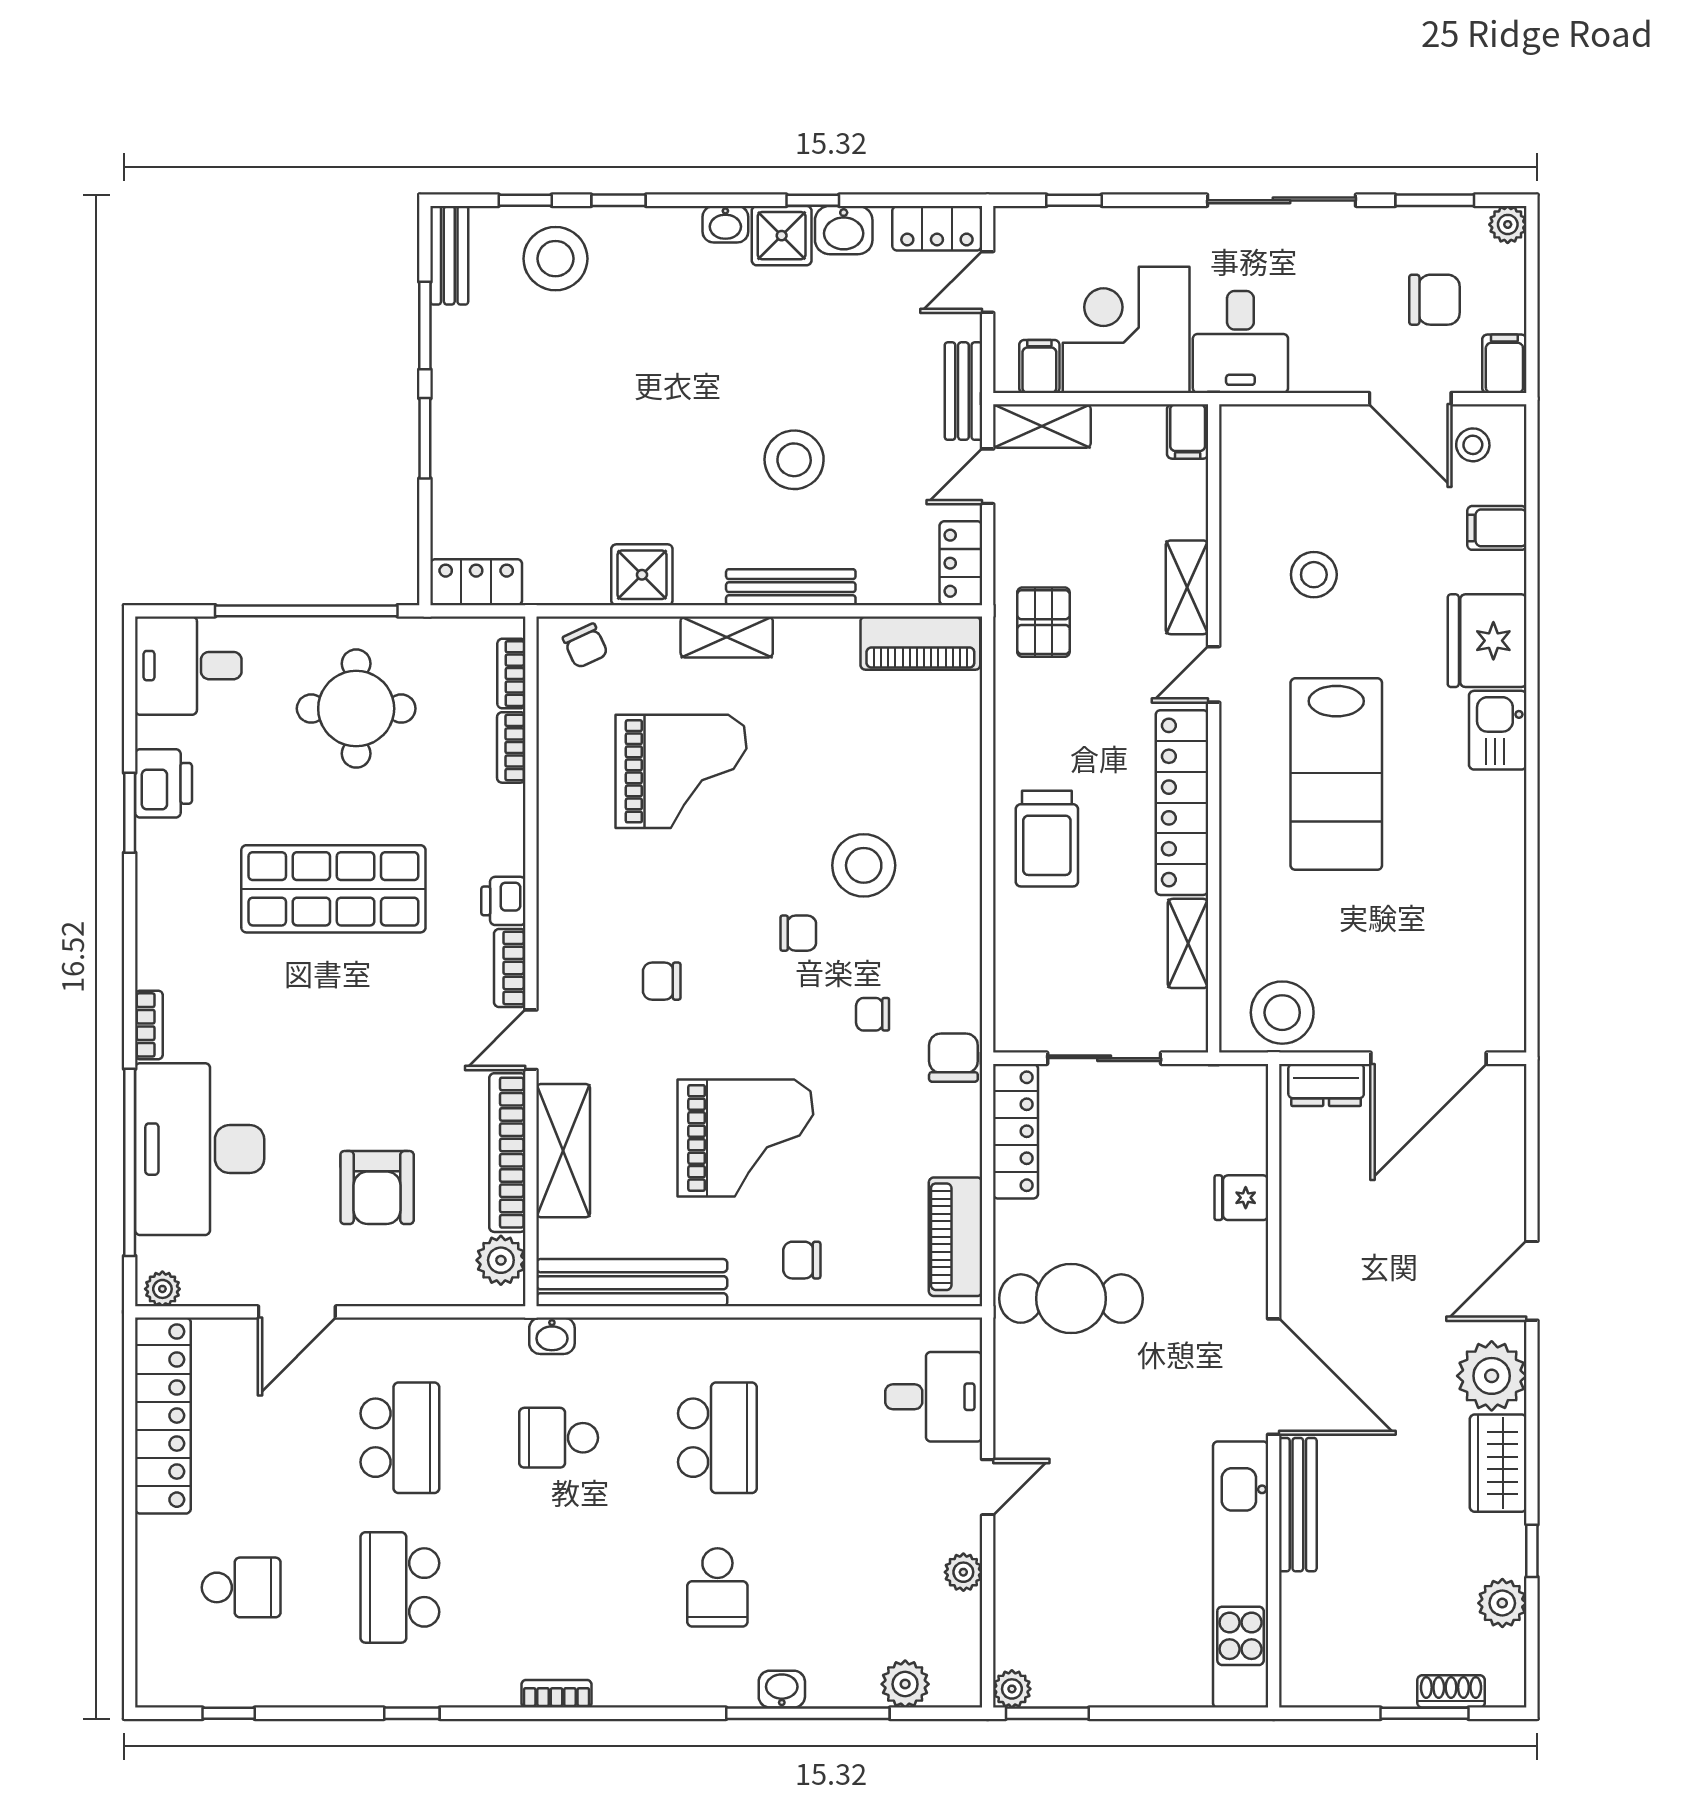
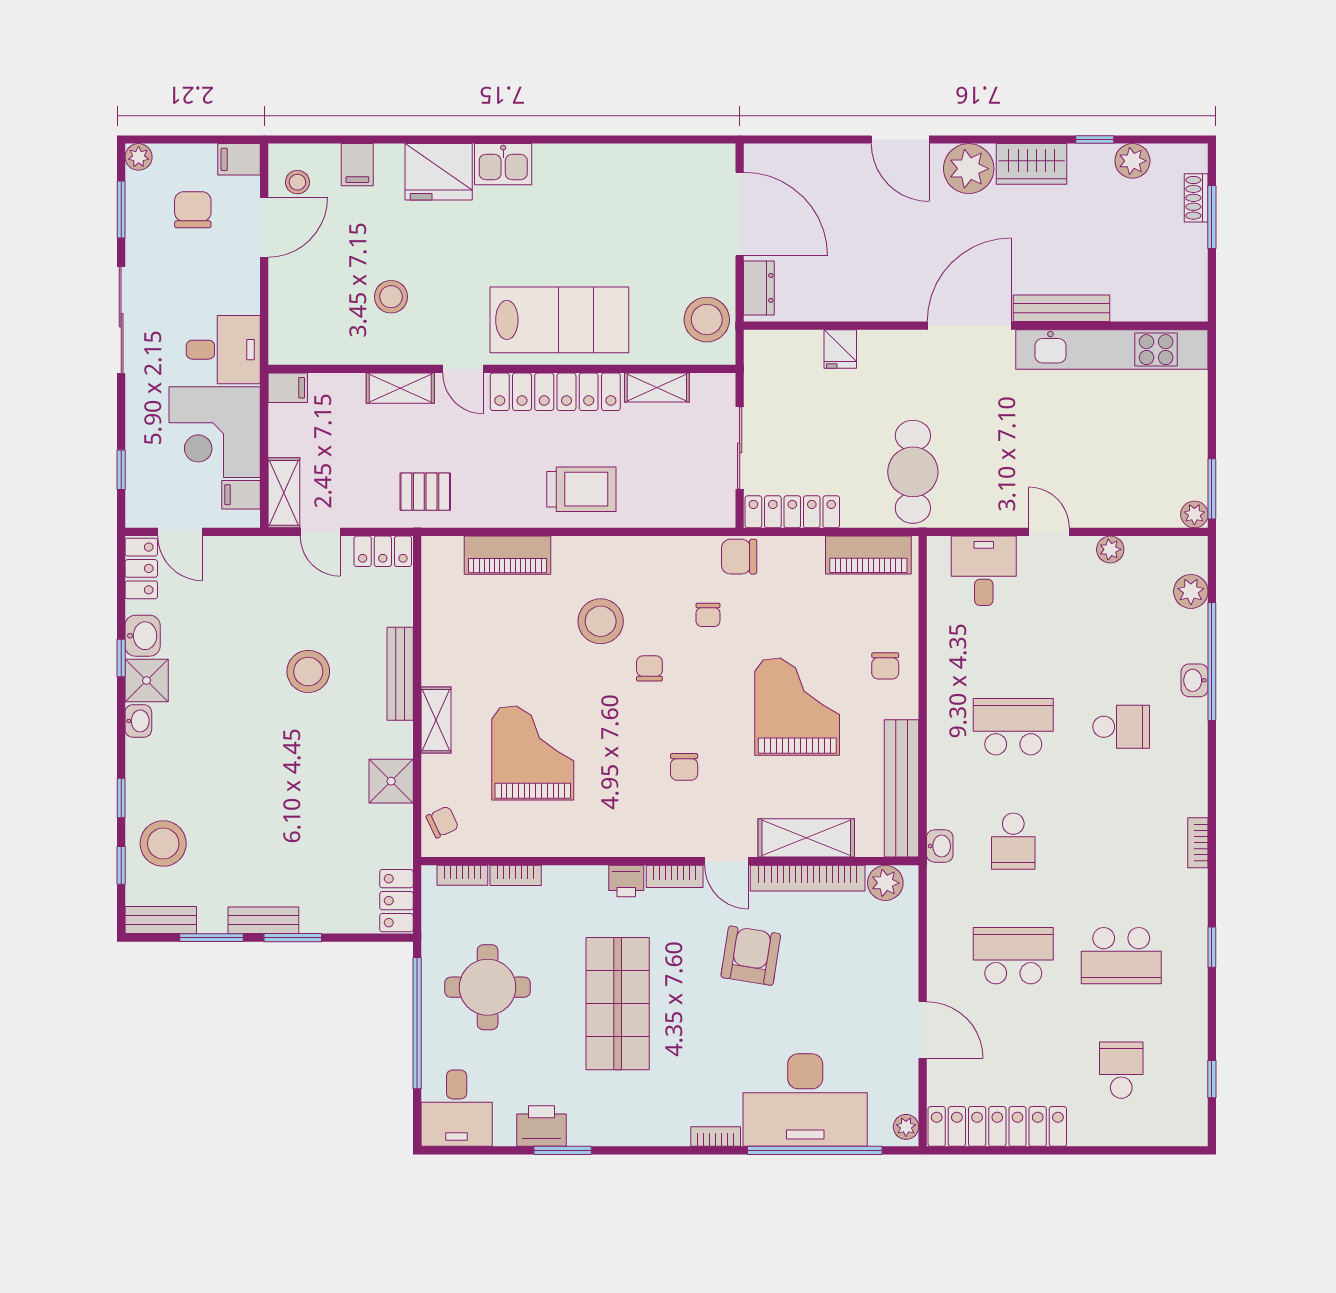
bench: (963, 391) -> (263, 920), moved
piano: (920, 643) -> (507, 555), moved, turned 90
lab bench: (1336, 774) -> (559, 320), moved
armchair: (377, 1188) -> (751, 956), moved, turned -81

